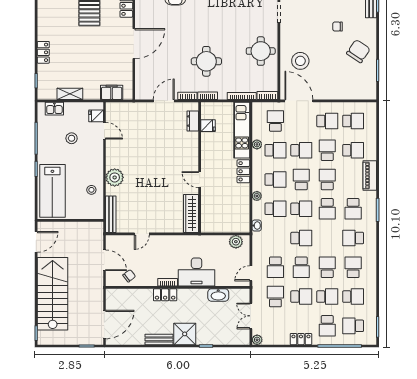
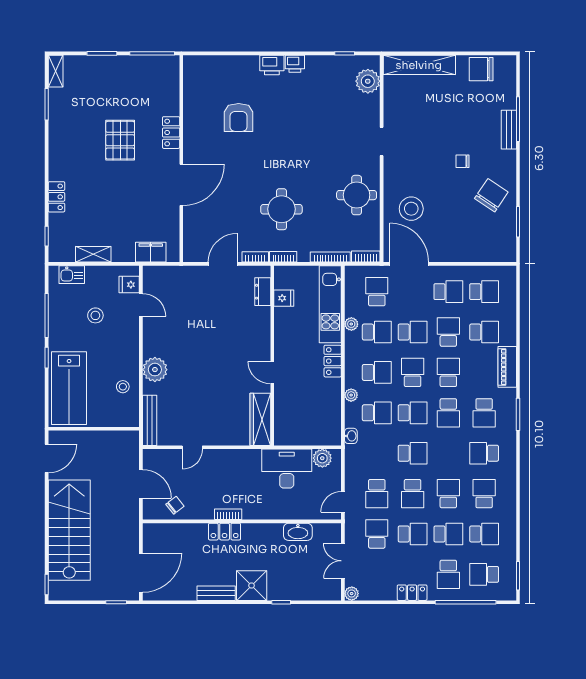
desk: (197, 272) -> (287, 469), moved, turned 180

